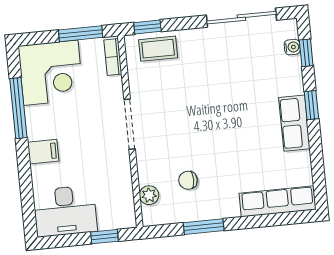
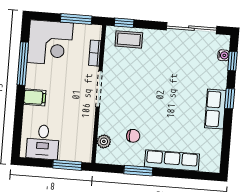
bookcase: (113, 57) -> (95, 53), moved
chair: (188, 180) -> (133, 136), turned 180
row of seats: (278, 201) -> (172, 160), moved
desk: (65, 211) -> (43, 142), width x0.73
window: (105, 237) -> (67, 165), width x1.50

